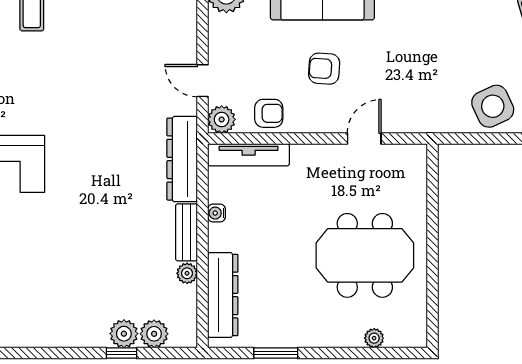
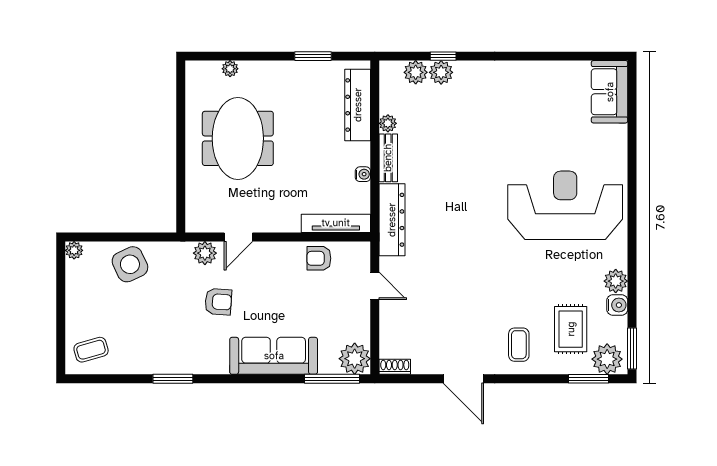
armchair: (324, 69) -> (218, 302), moved
plant: (222, 119) -> (205, 253), moved
meeting table: (365, 255) -> (238, 138), turned 90

